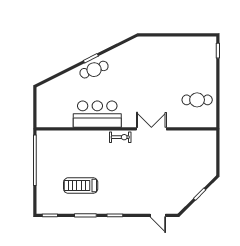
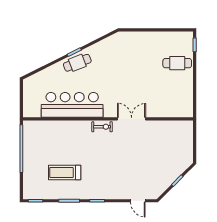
cafe table: (197, 100) -> (177, 63), moved
bar counter: (97, 114) -> (72, 105), width x1.36

